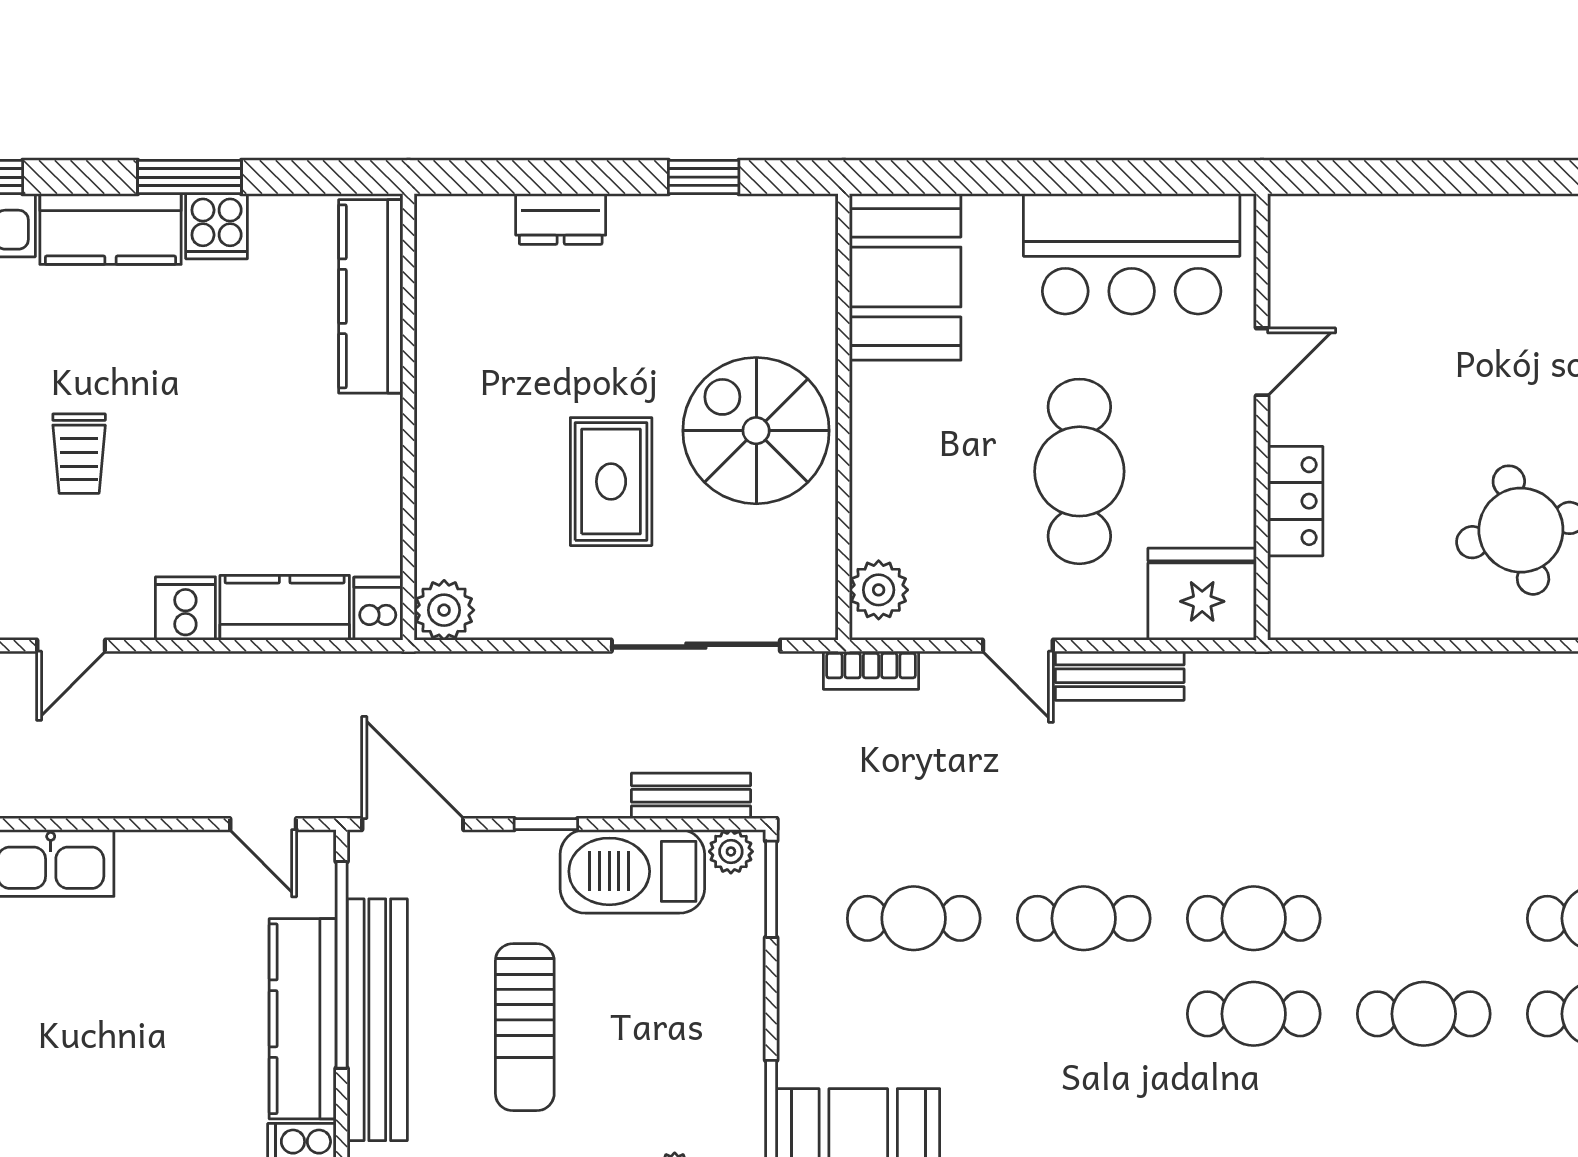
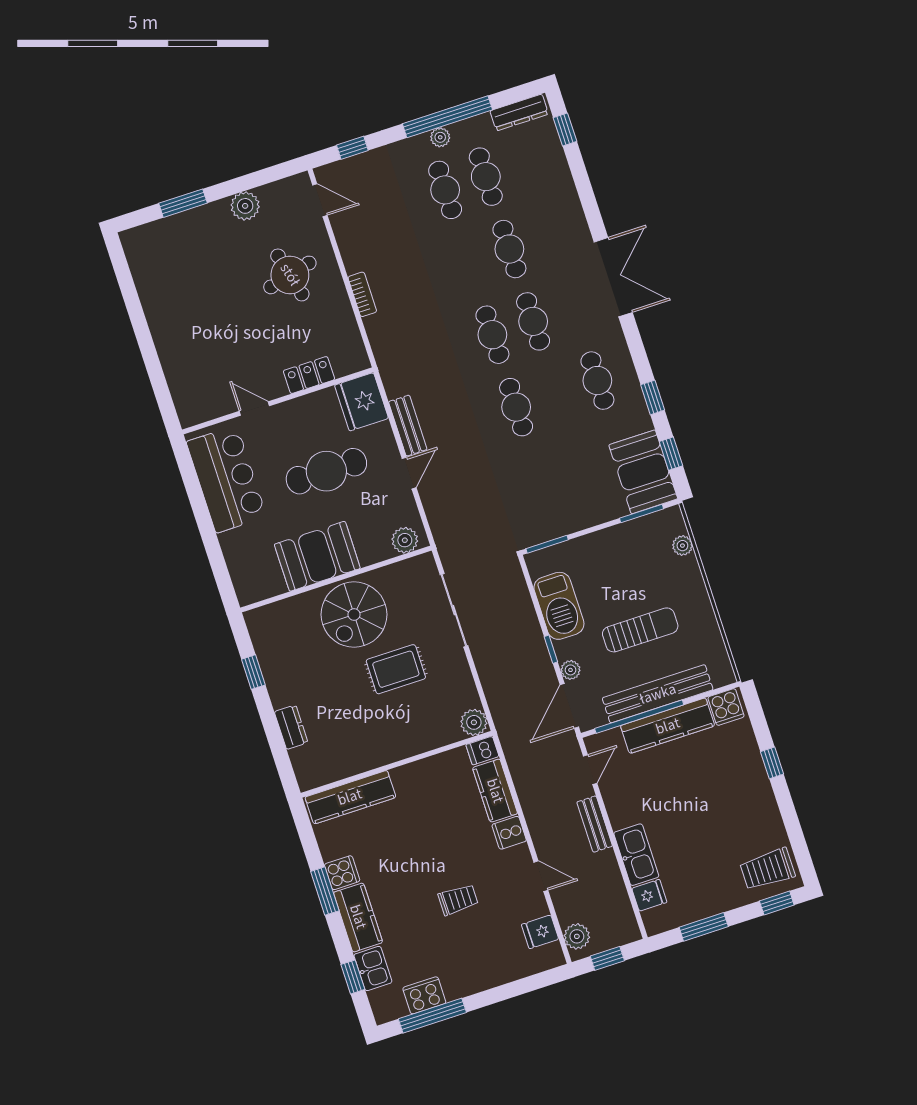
booth: (905, 277) -> (317, 556), moved
bookcase: (871, 670) -> (362, 294), moved
bench: (691, 796) -> (595, 824), moved
plant: (731, 851) -> (571, 670), moved
cafe table: (914, 918) -> (597, 381), moved

